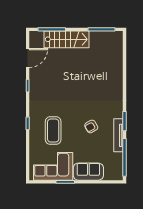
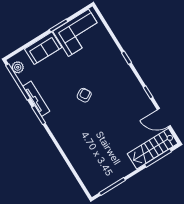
stairs: (67, 39) -> (153, 149), moved
door: (28, 58) -> (164, 118), hinge flipped
armchair: (91, 126) -> (84, 95), moved
coffee table: (53, 131) -> (99, 66), removed
plant: (118, 169) -> (18, 67), added

